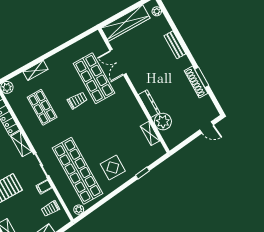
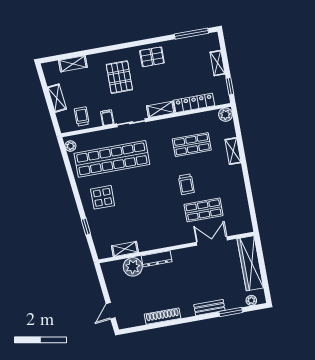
window: (202, 77) -> (231, 312), moved
shop shelf: (94, 78) -> (204, 210), width x0.70, depth x0.74

